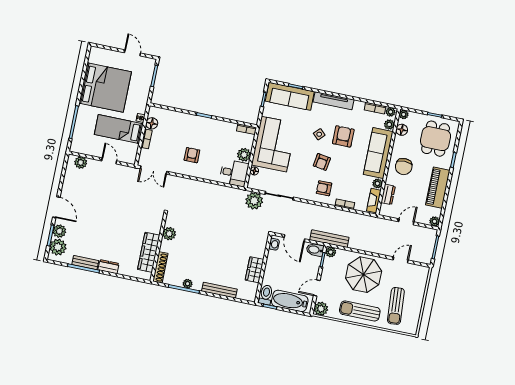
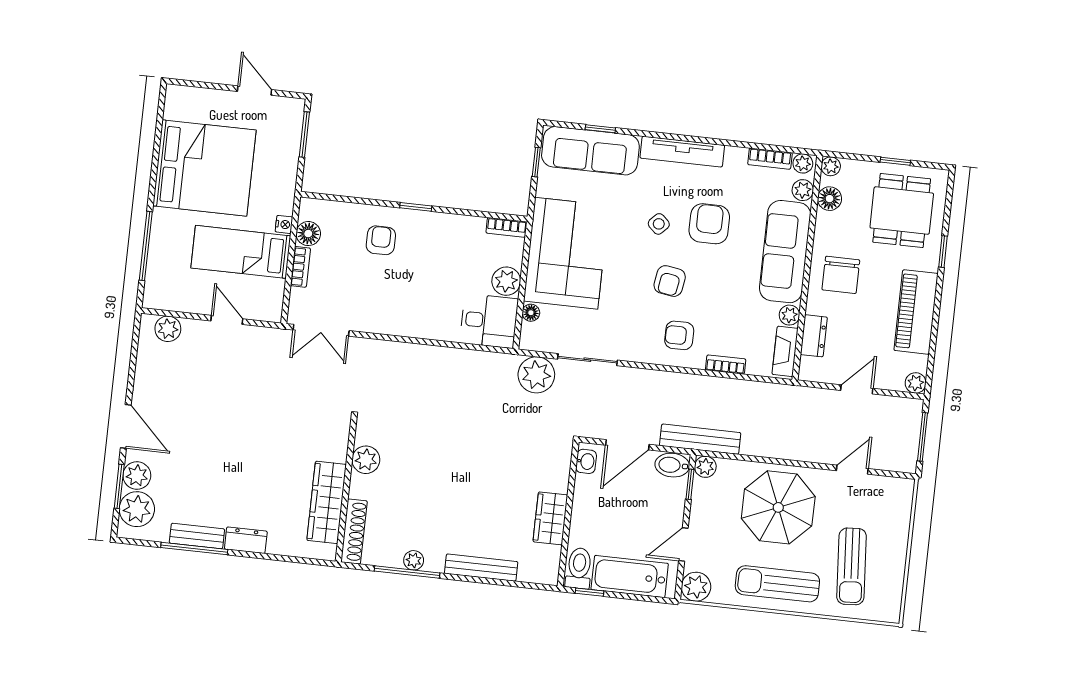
armchair: (192, 155) -> (381, 240), moved
door: (294, 238) -> (627, 445), hinge flipped

